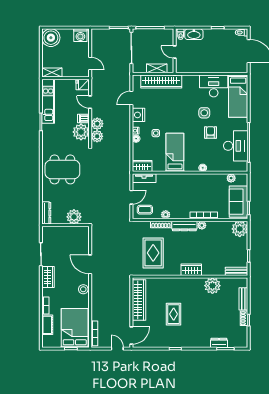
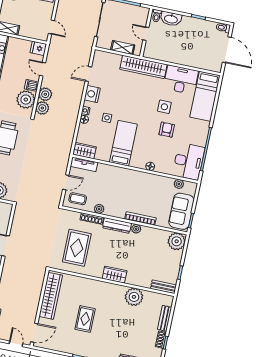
wardrobe: (161, 82) -> (143, 67), moved
desk: (236, 146) -> (189, 161), moved

